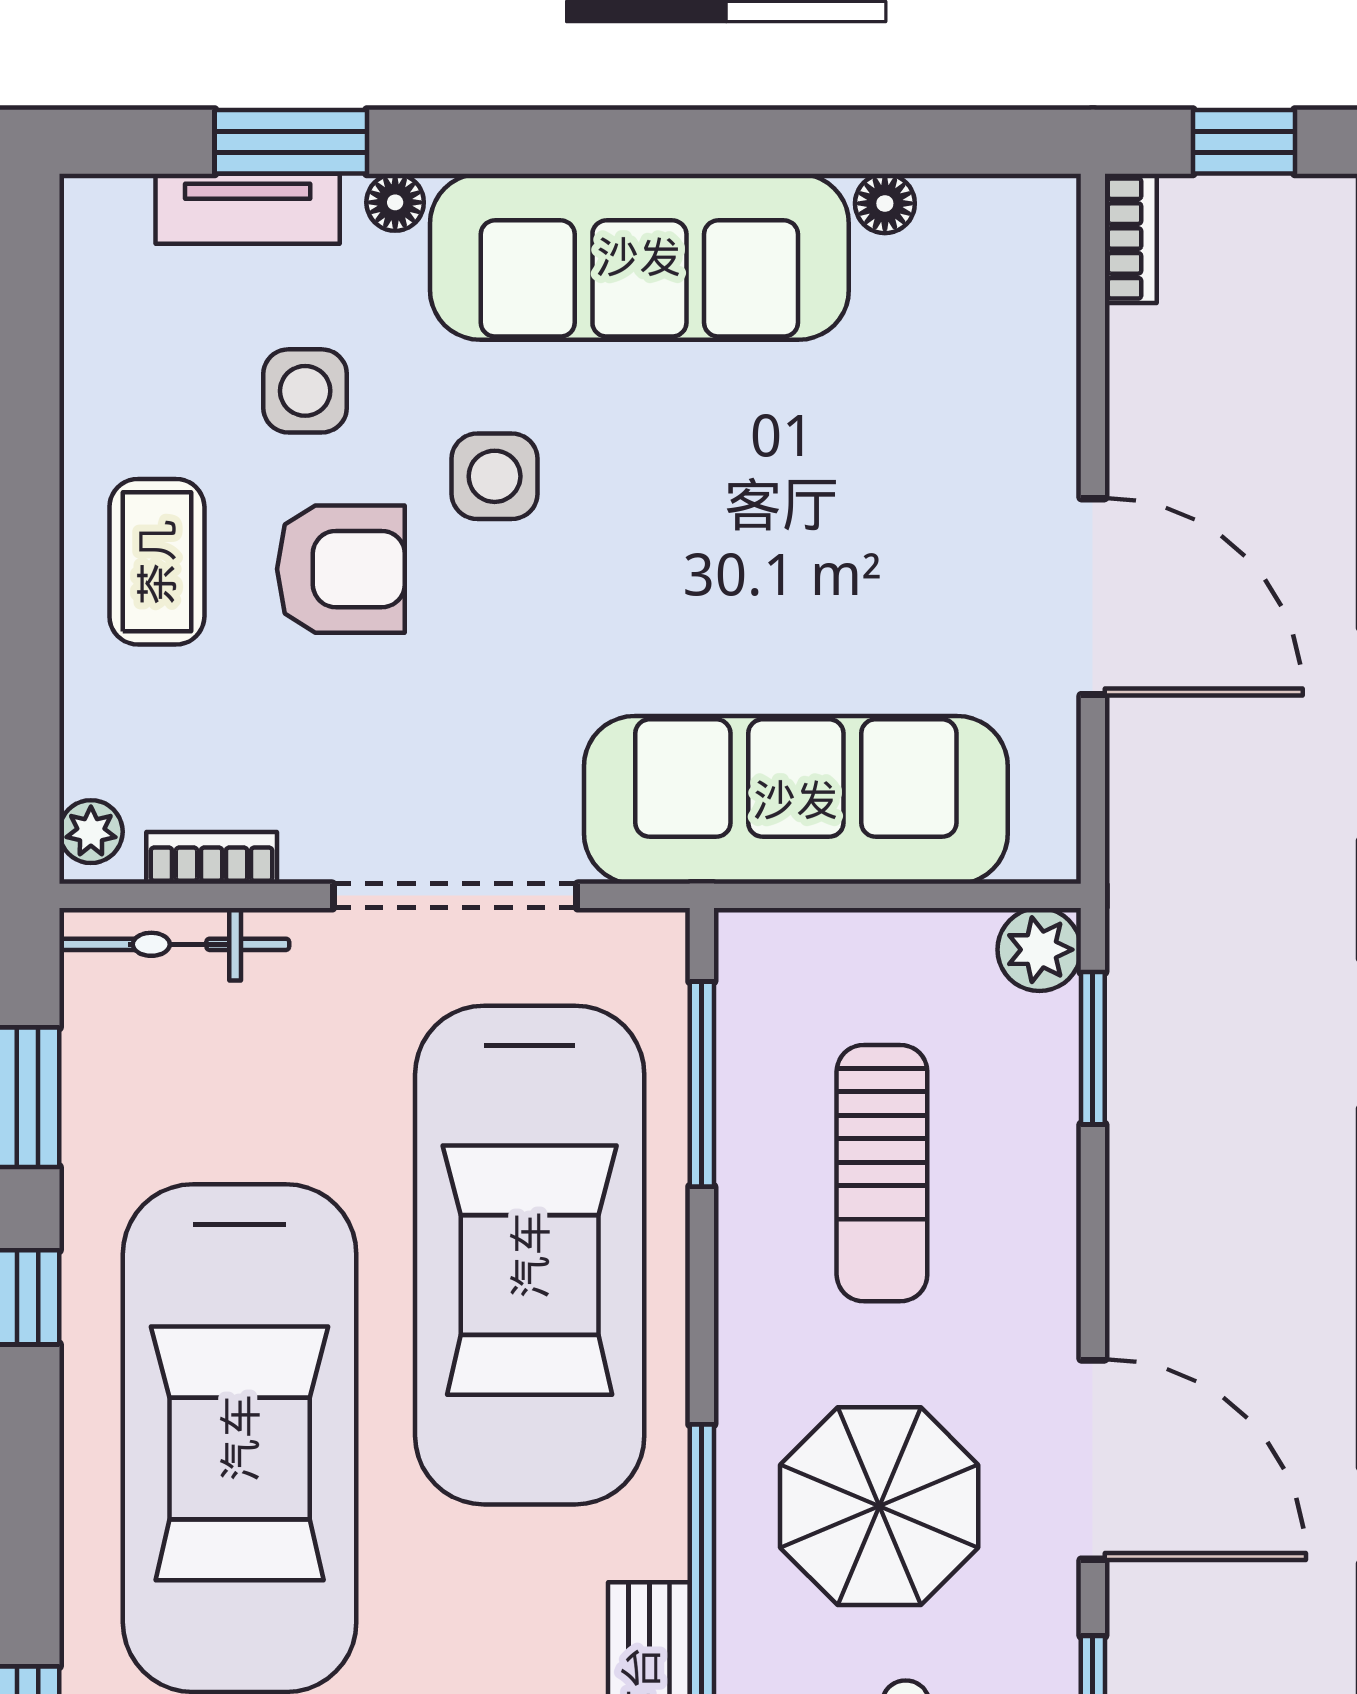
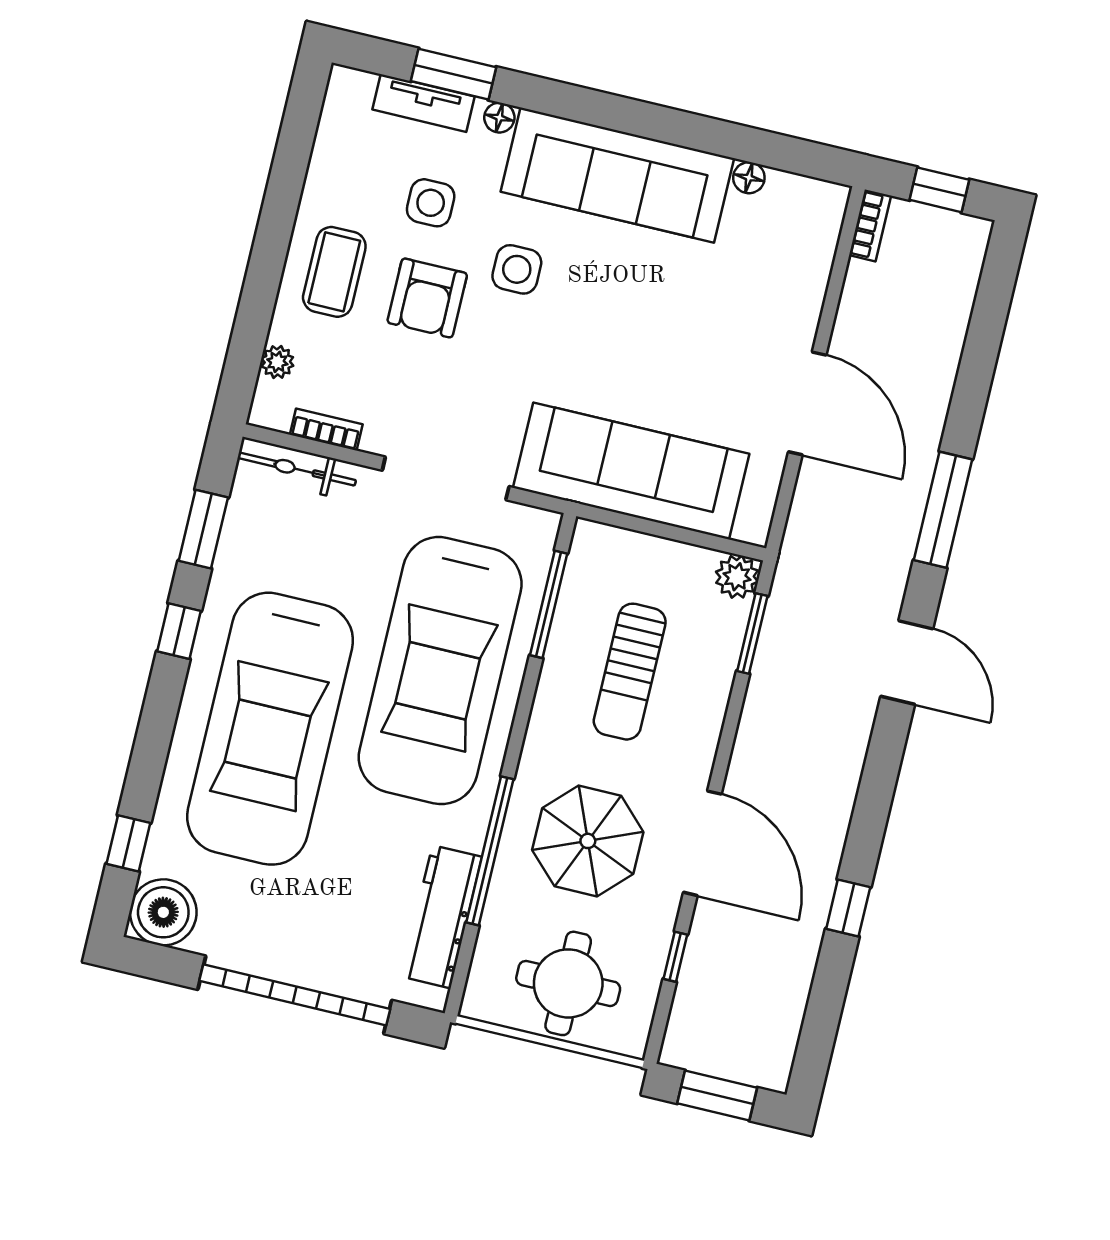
armchair: (341, 569) -> (427, 298), turned 90
plant: (91, 832) -> (277, 362), moved

